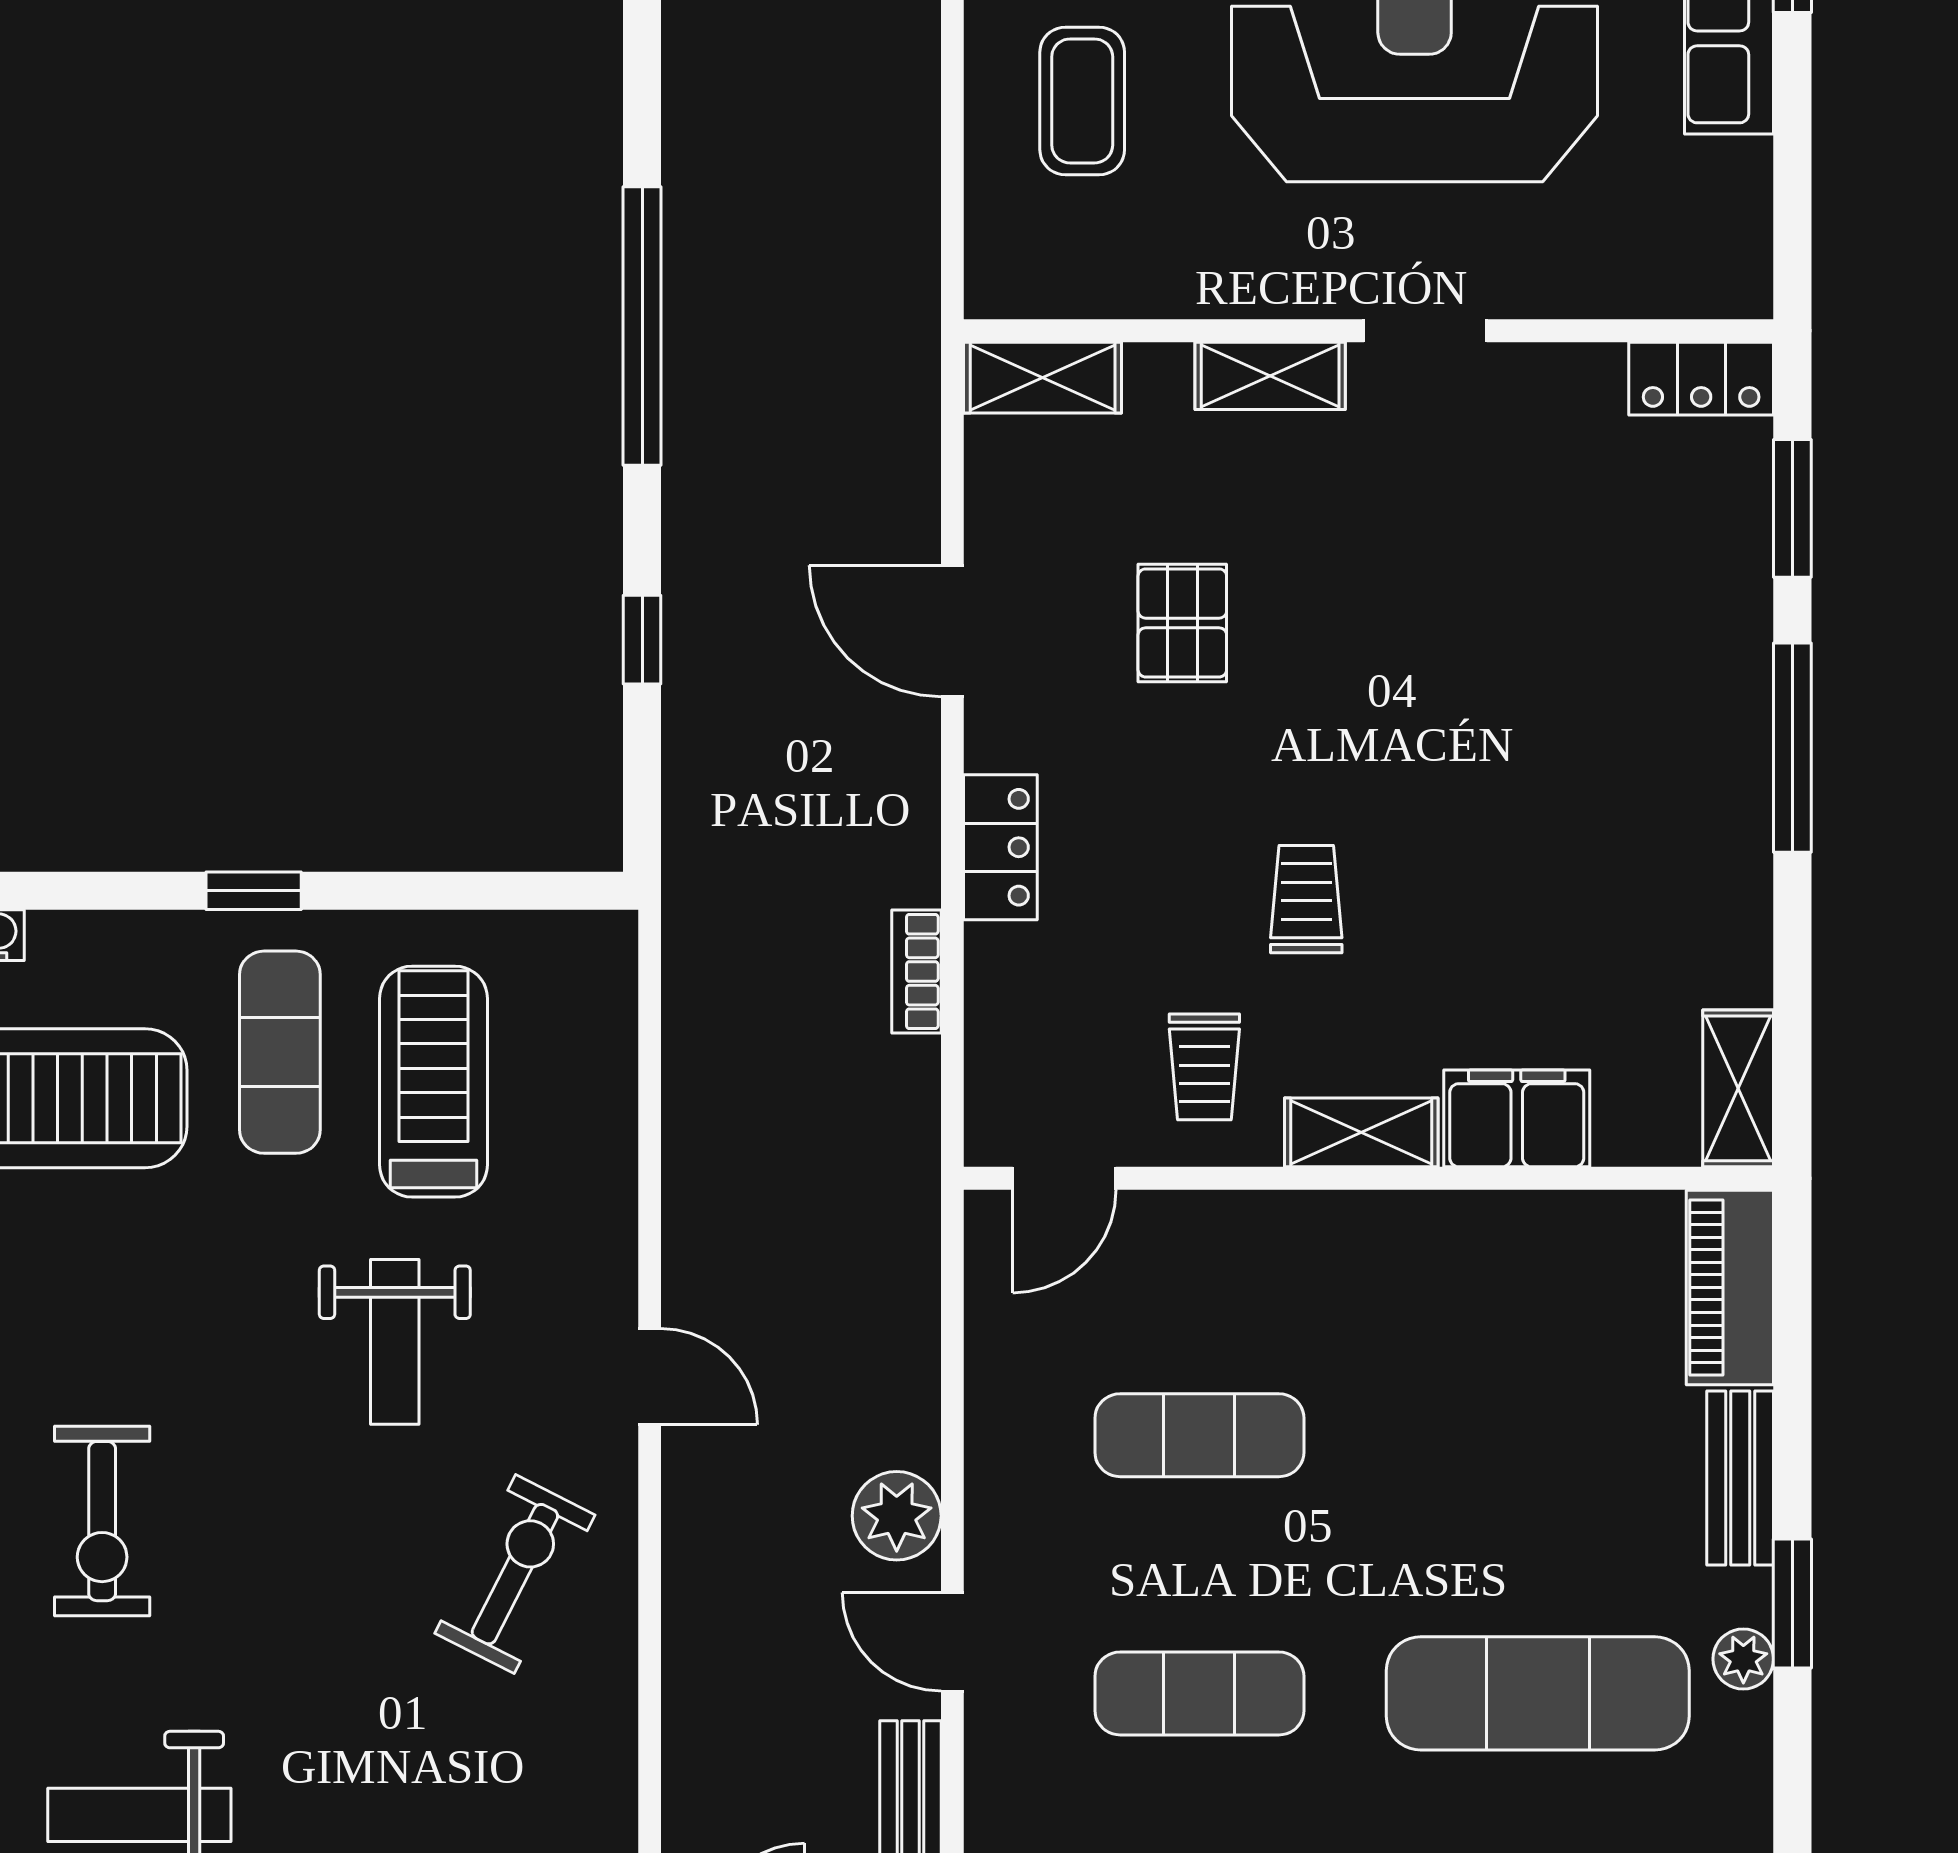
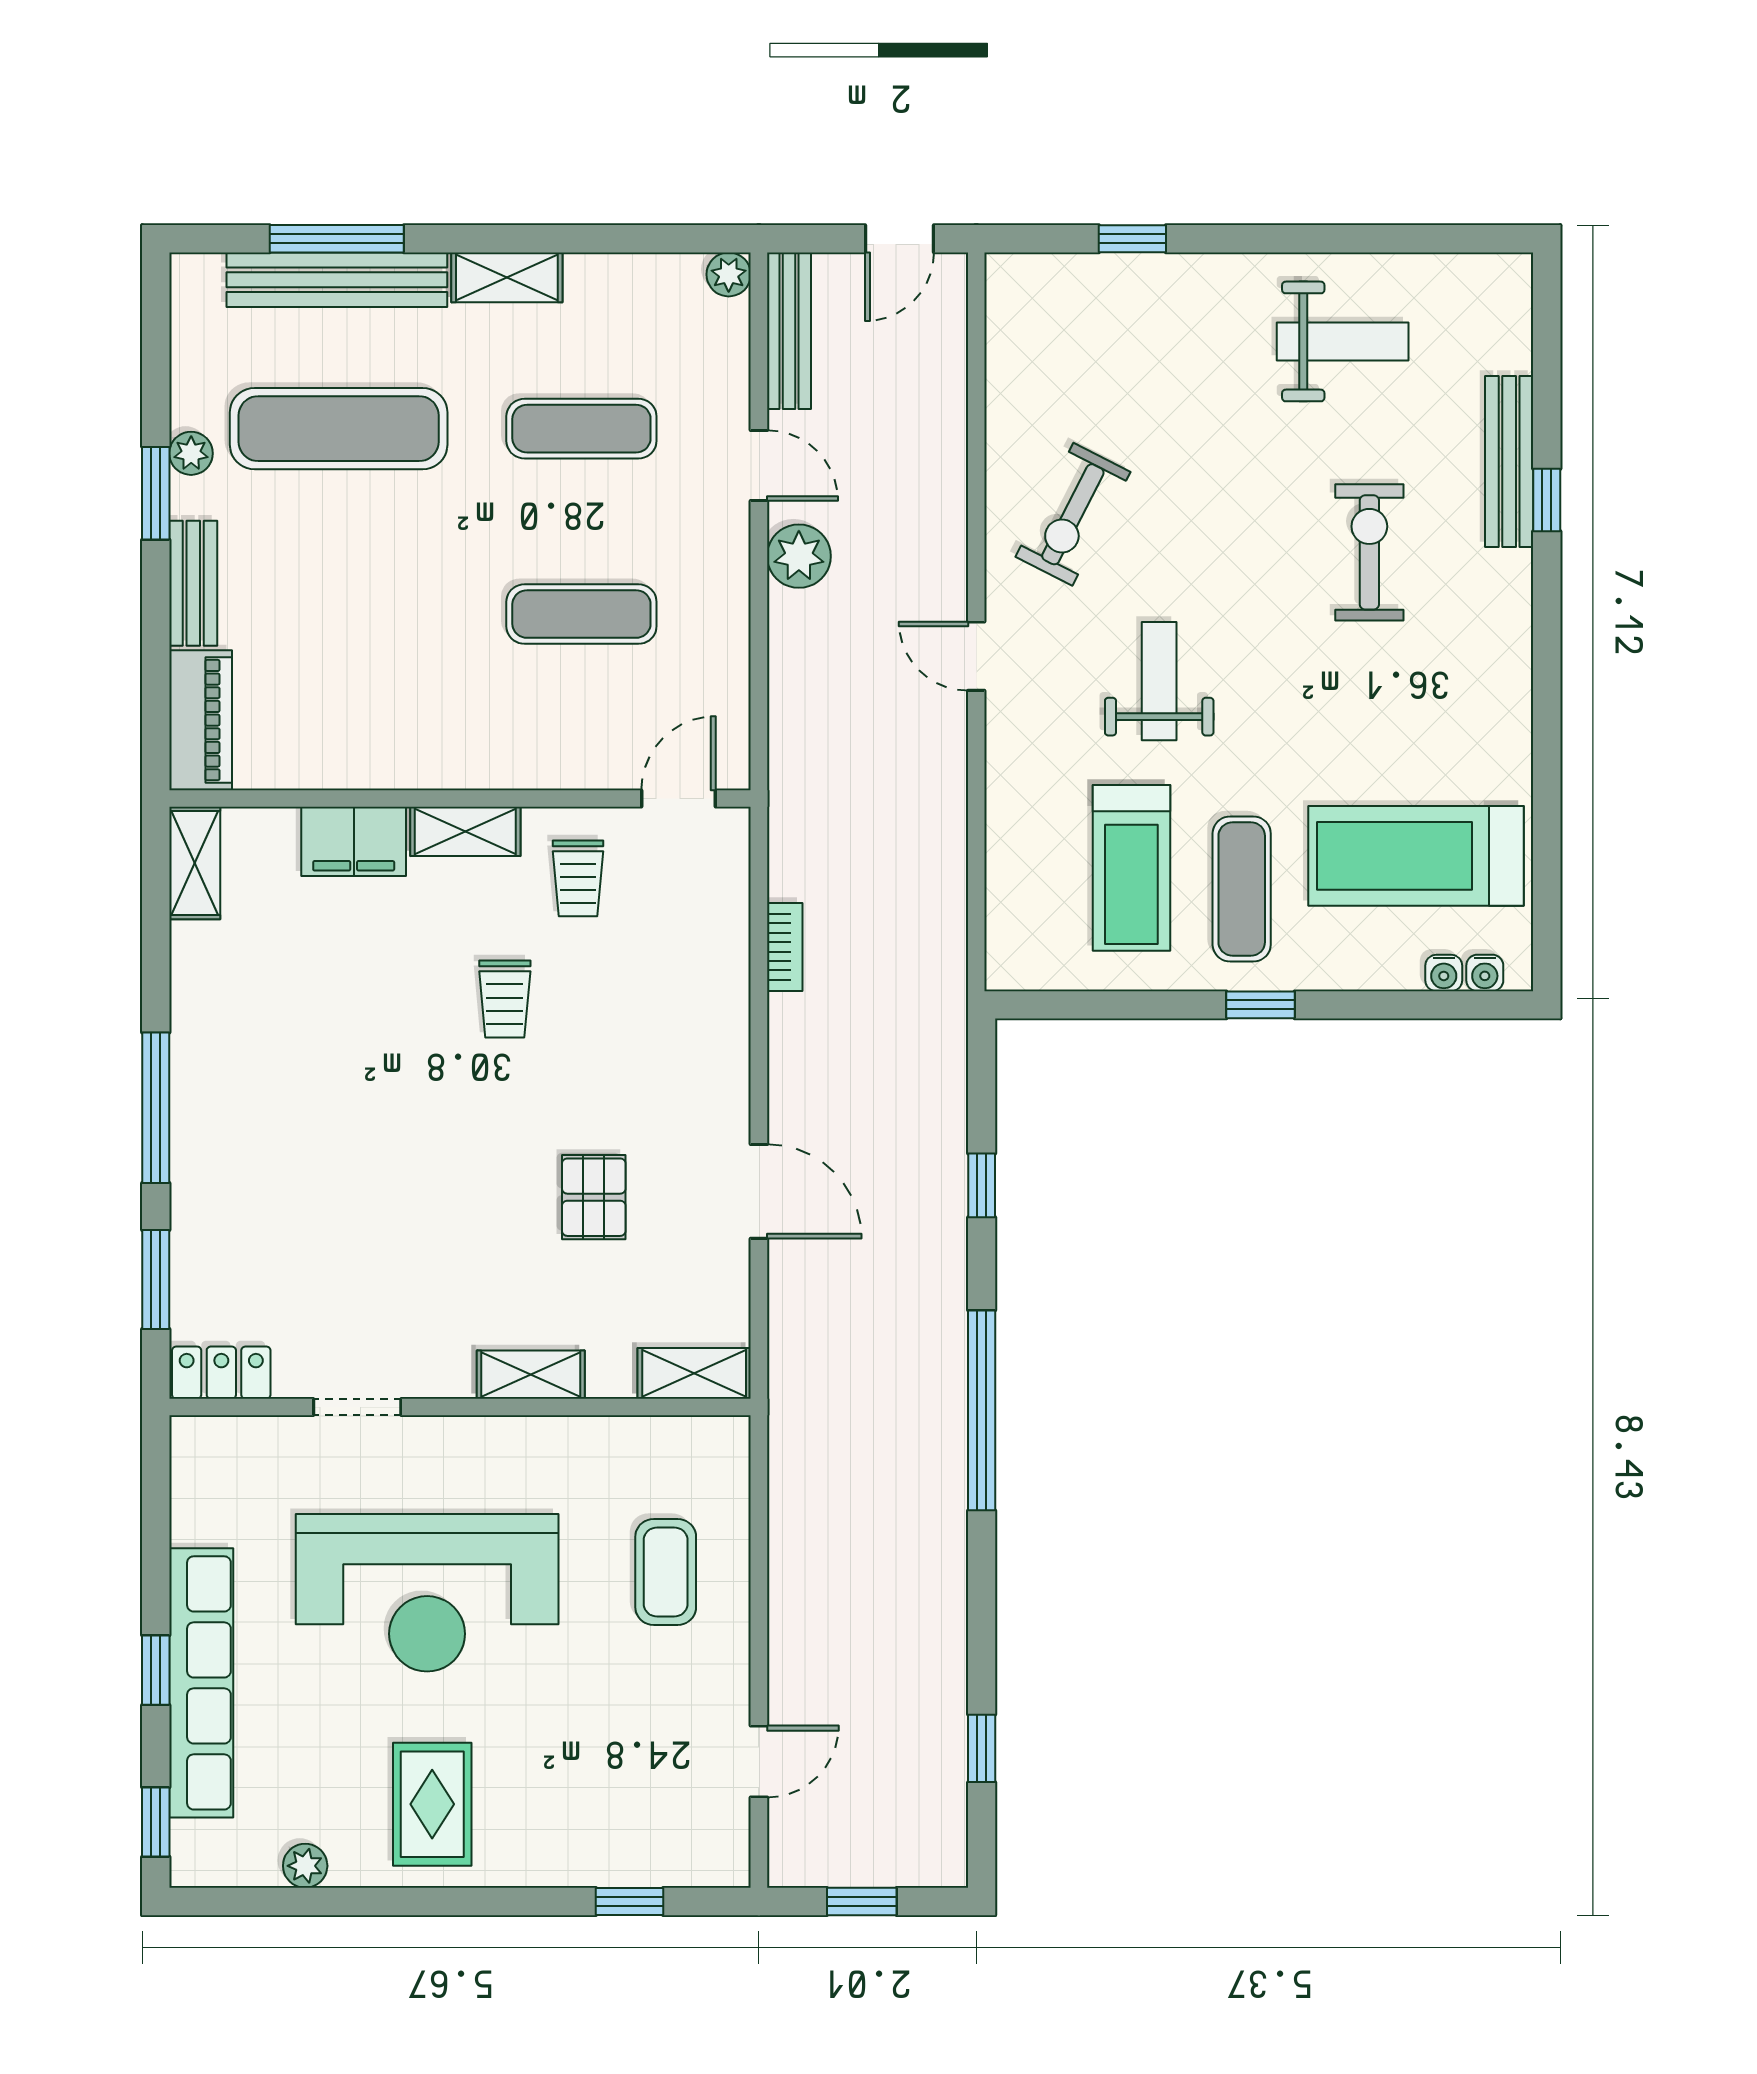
doorway: (1425, 331) -> (357, 1407), moved
locker: (1000, 847) -> (724, 1036), removed
trolley: (1204, 1067) -> (578, 878), turned 180

